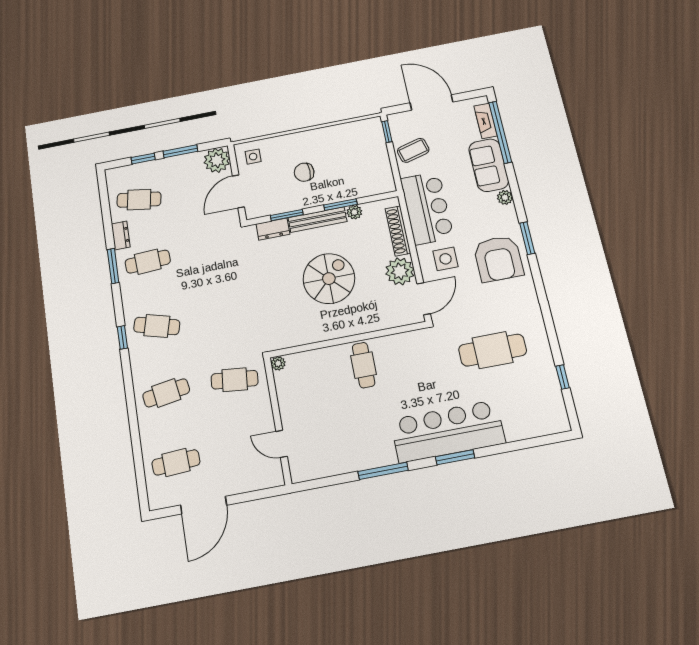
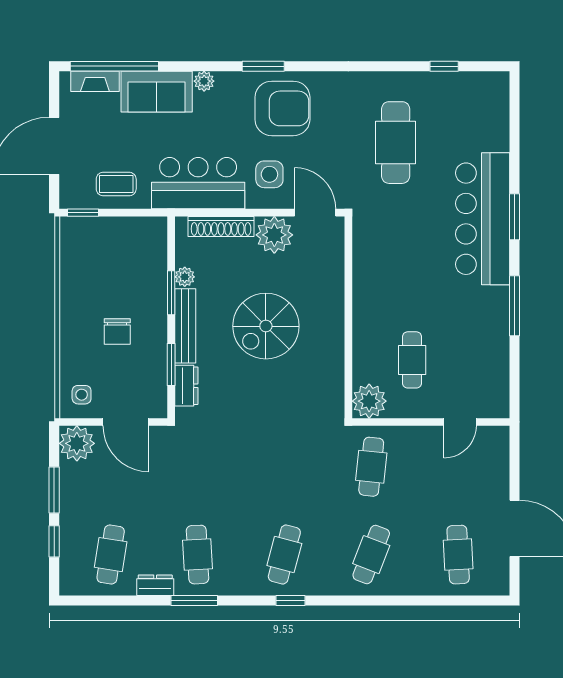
coffee table: (413, 150) -> (116, 184), turned -75
spiral stairs: (329, 279) -> (266, 326), turned -90
plant: (278, 363) -> (369, 401), width x1.88, depth x1.88
cafe table: (364, 365) -> (412, 360), moved, turned 90
cafe table: (166, 393) -> (371, 555), turned 30

